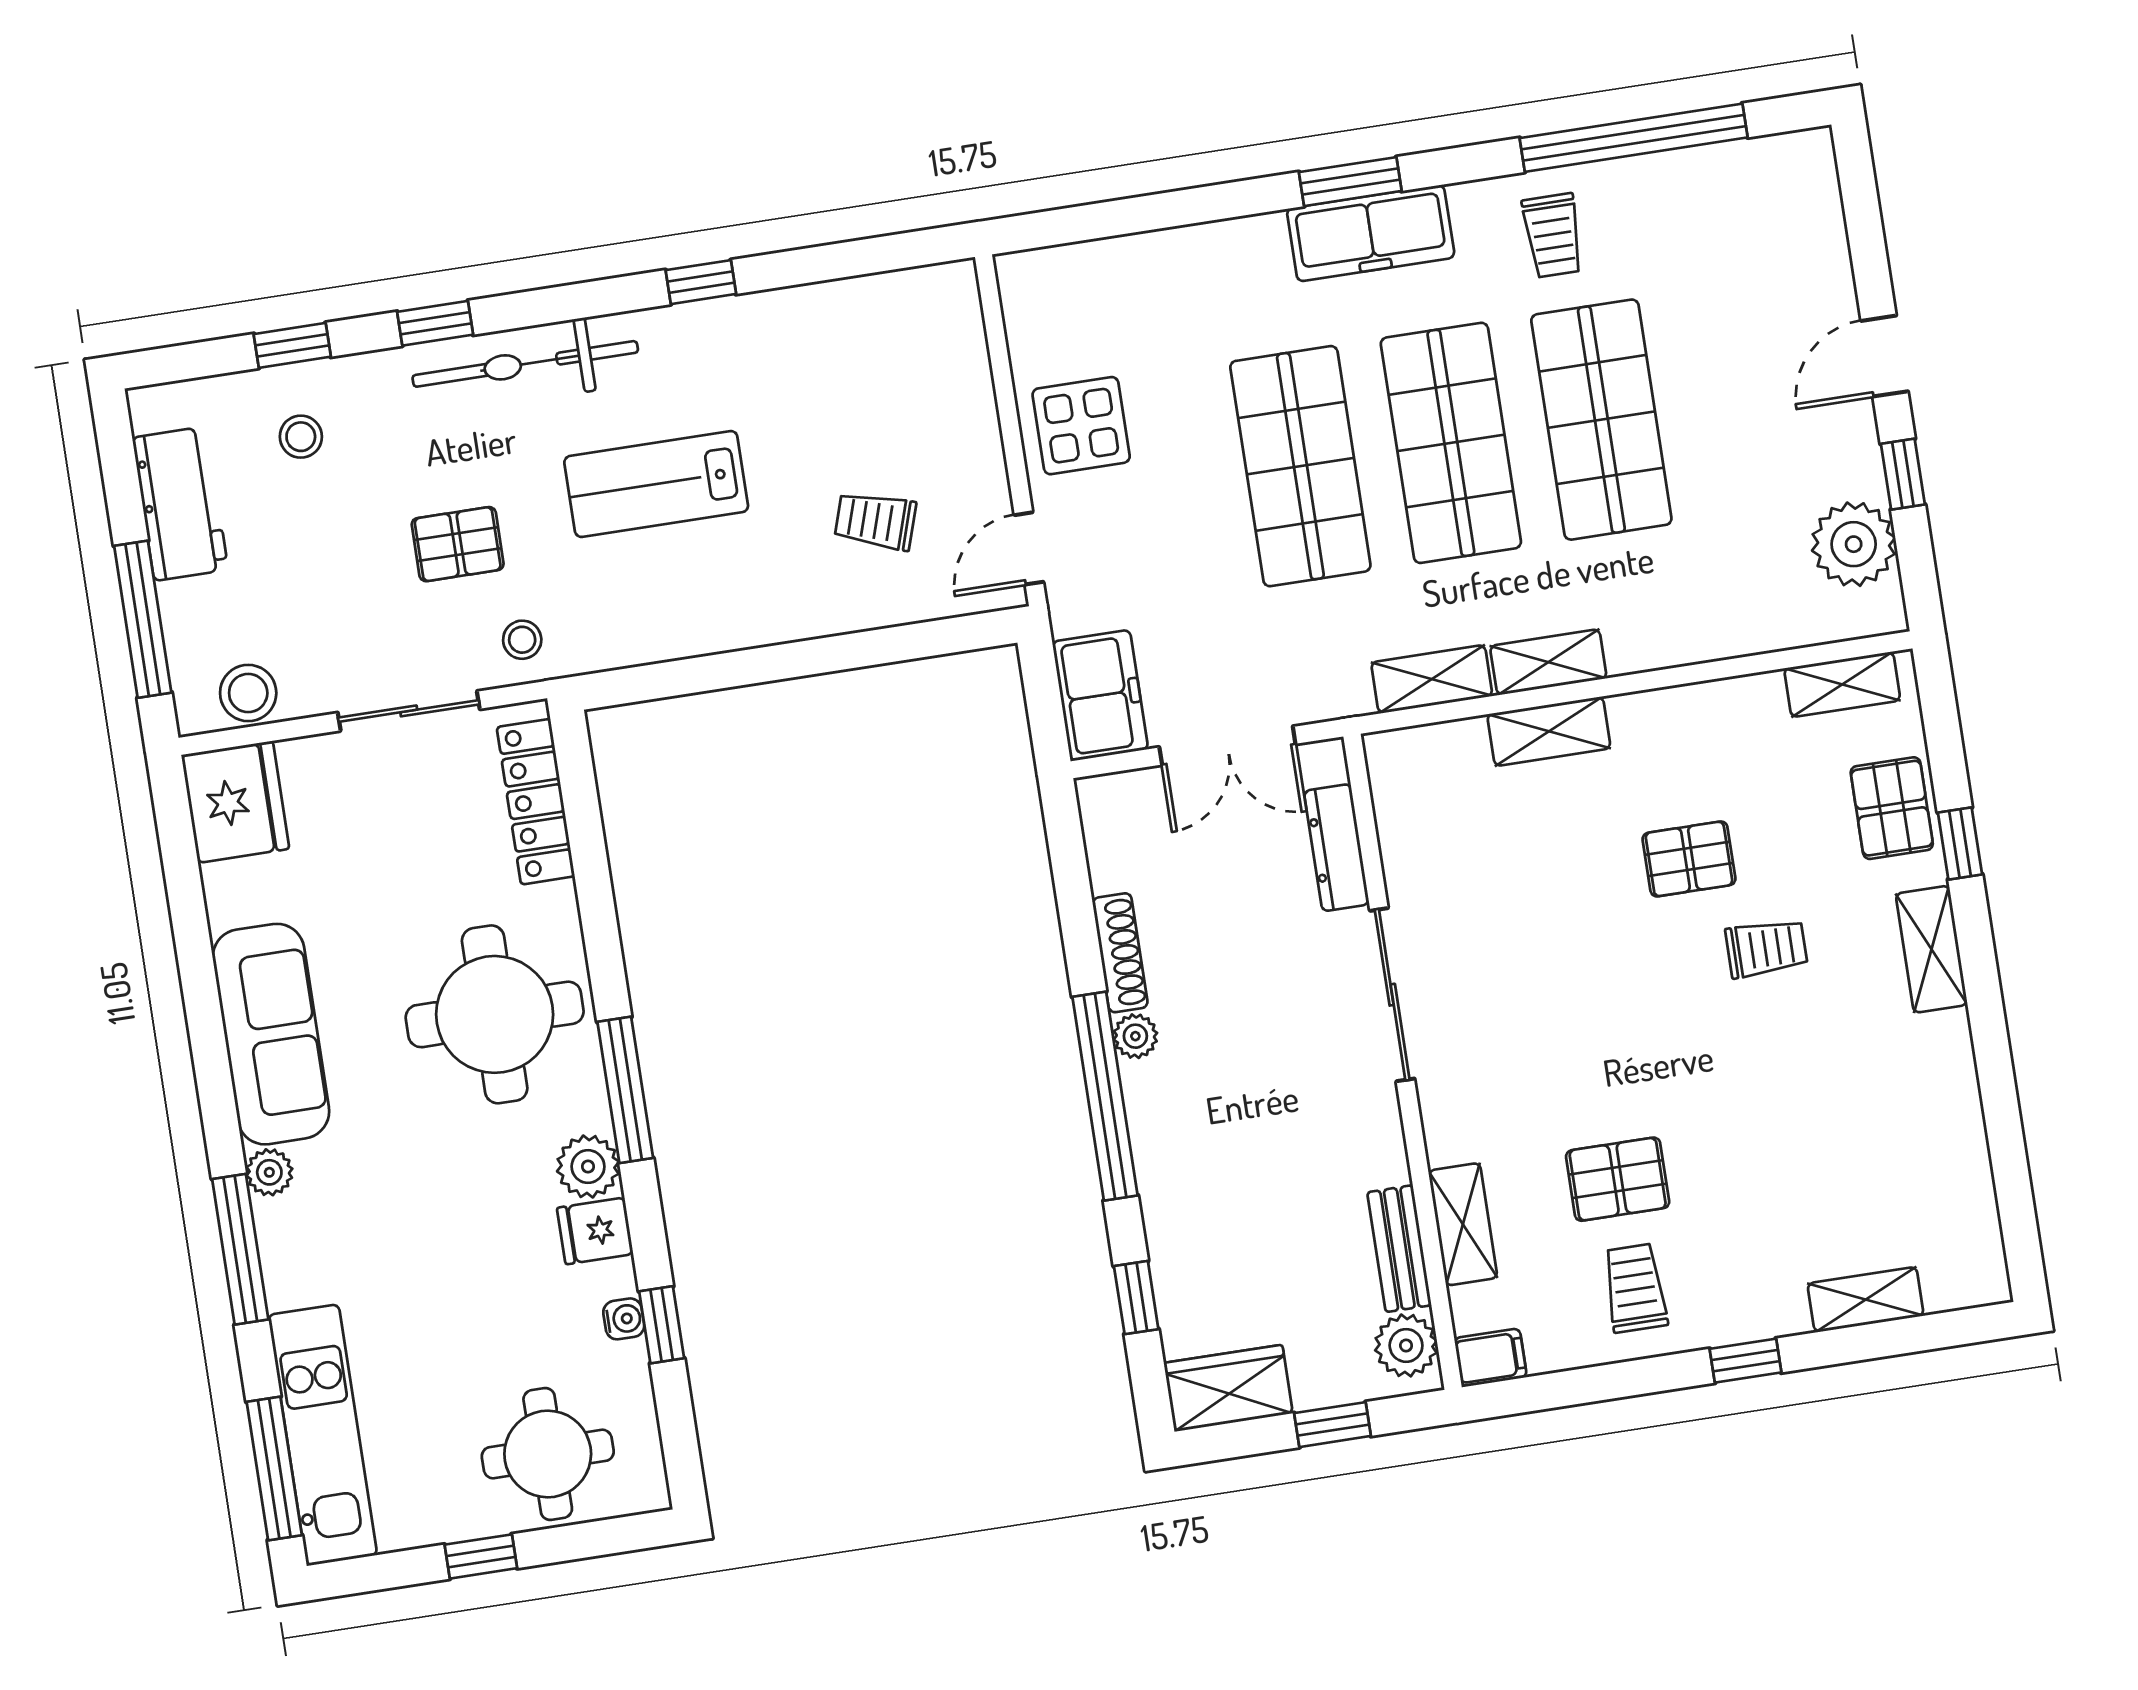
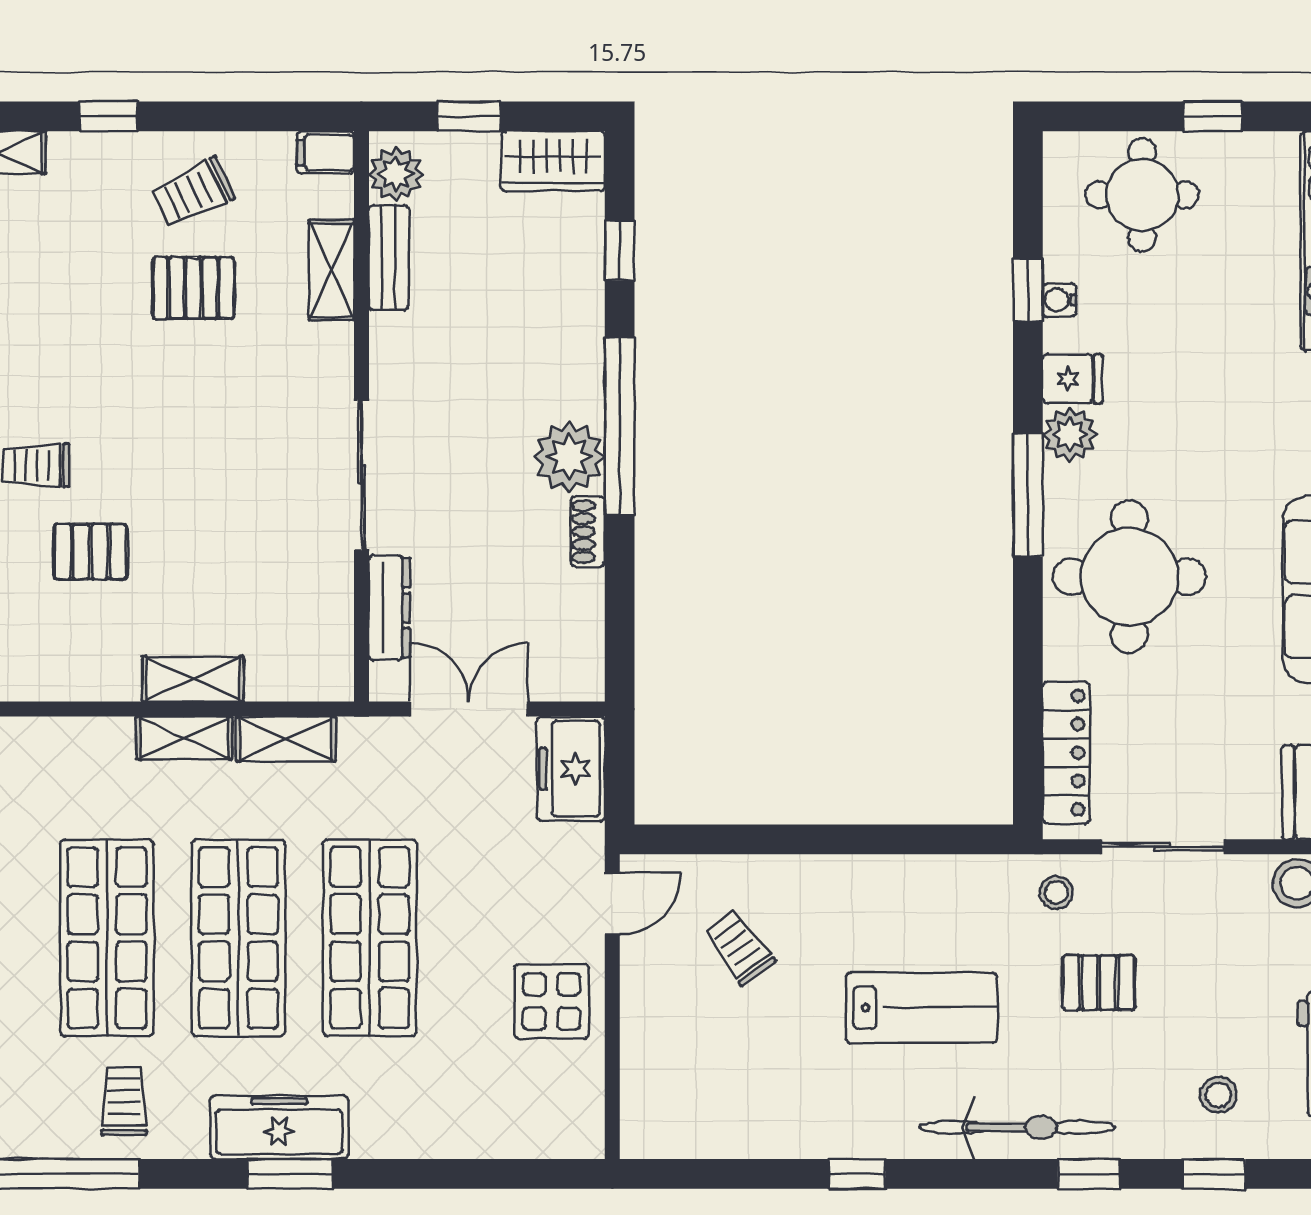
trolley: (875, 521) -> (739, 947), turned -144
shoe rack: (1120, 953) -> (588, 532), width x0.70
plant: (1135, 1036) -> (569, 457), width x1.88, depth x1.88
trolley: (1635, 1288) -> (193, 193), turned 64

